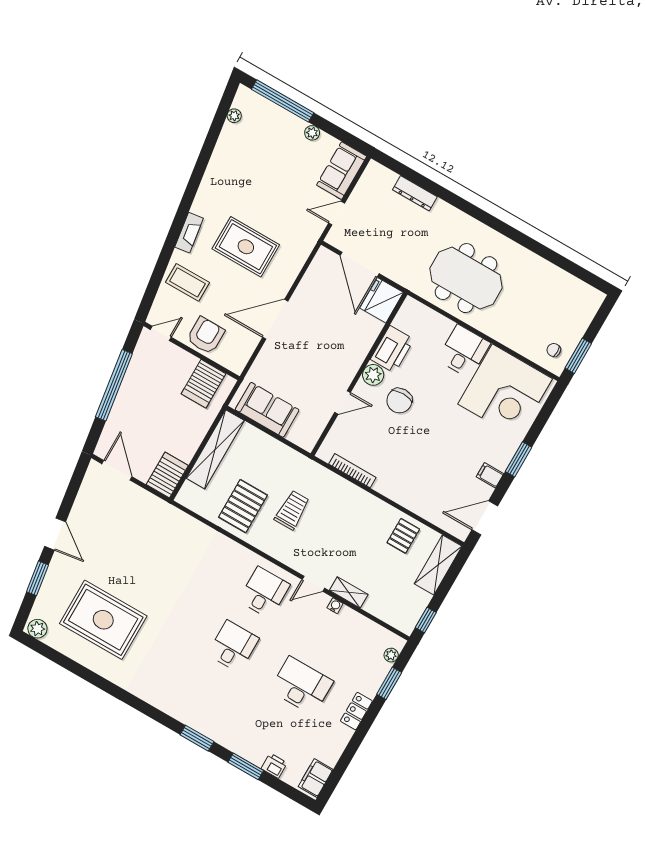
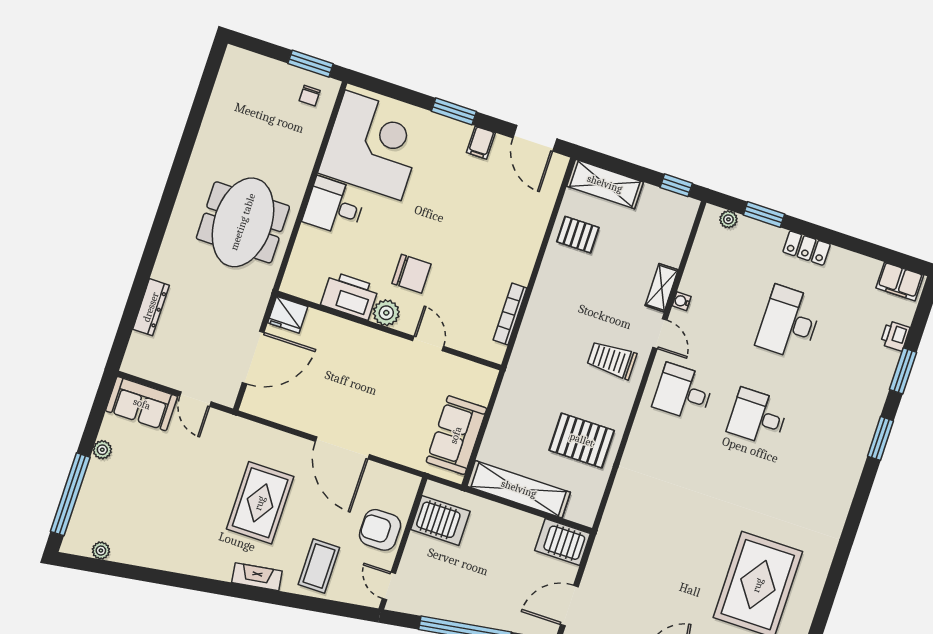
fridge: (382, 300) -> (288, 315), width x0.73, depth x0.75
trolley: (292, 510) -> (612, 360), moved

